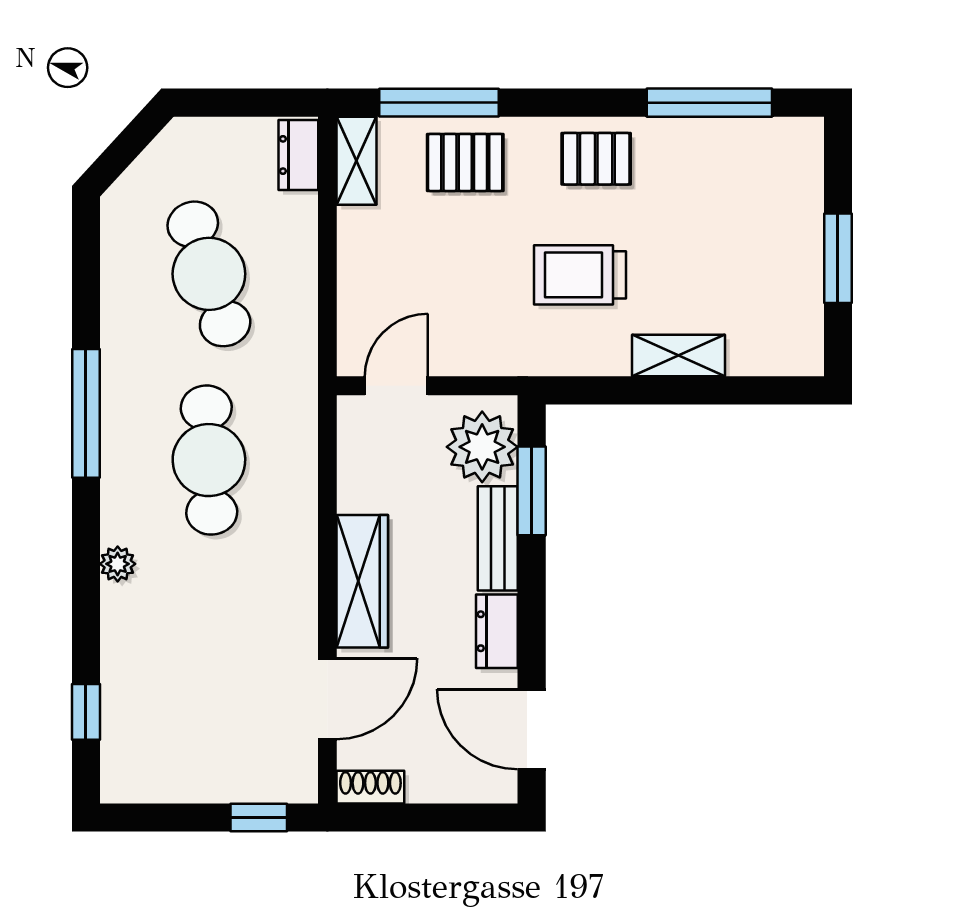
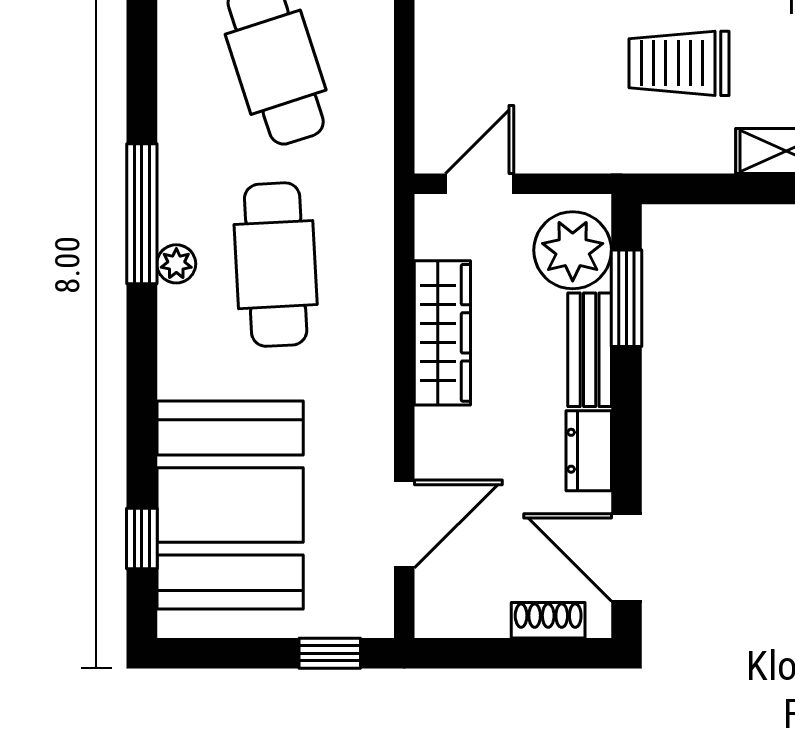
plant: (118, 564) -> (176, 264), moved
wardrobe: (362, 581) -> (442, 333), moved
booth: (167, 681) -> (230, 505), added
shoe rack: (370, 787) -> (548, 620), moved

